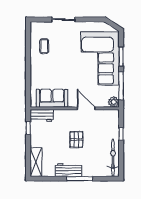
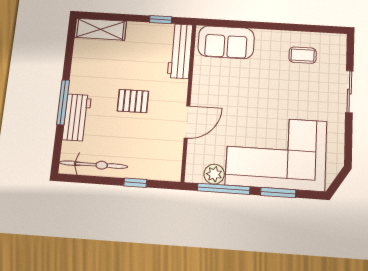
sofa: (52, 98) -> (226, 42), moved, turned 90
plant: (114, 102) -> (214, 174), moved
workbench: (42, 115) -> (180, 51), width x1.38
workbench: (69, 170) -> (77, 117), moved

